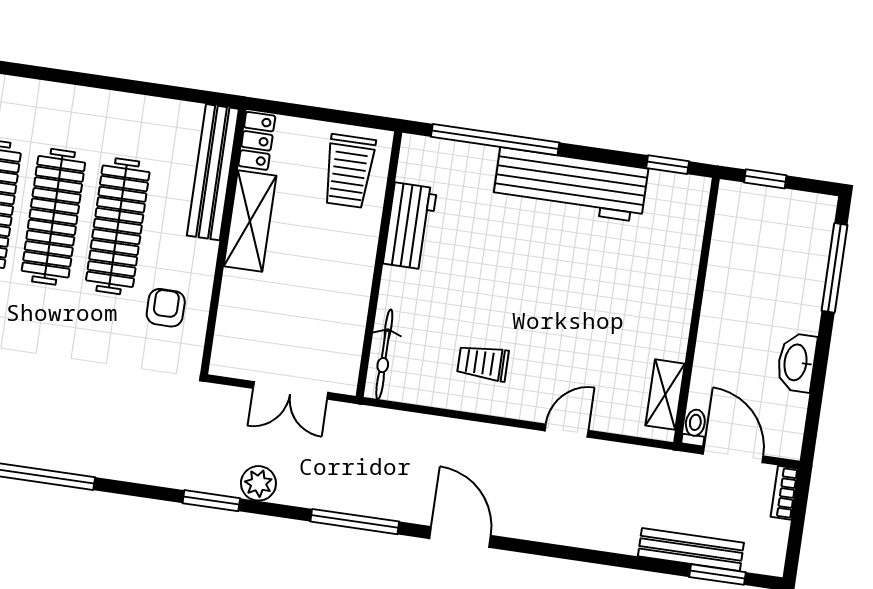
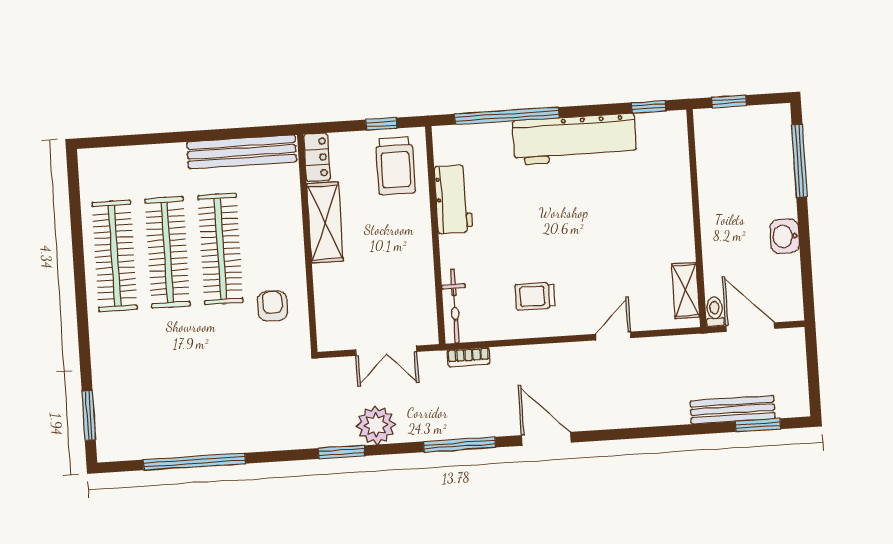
window: (342, 117) -> (381, 124), added
bench: (213, 172) -> (242, 152), moved, turned 90
washbasin: (797, 363) -> (785, 236), width x0.72
plant: (258, 483) -> (376, 425), width x1.36, depth x1.36
bookcase: (785, 493) -> (469, 357), moved, turned -90

